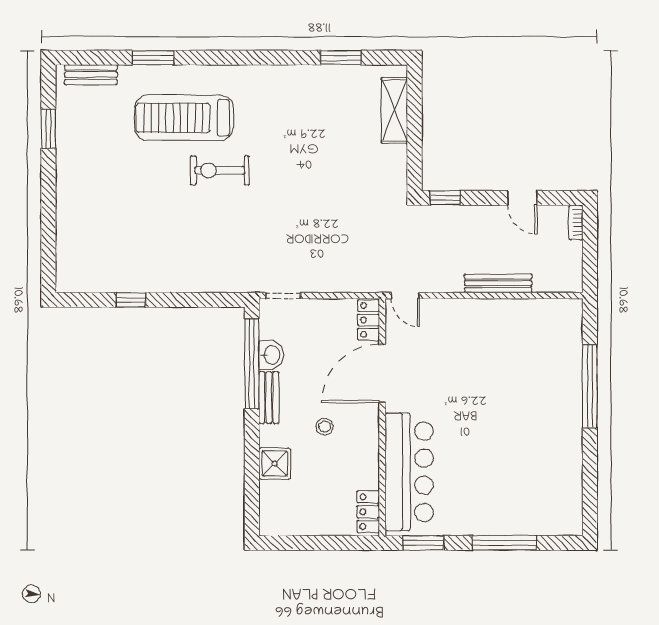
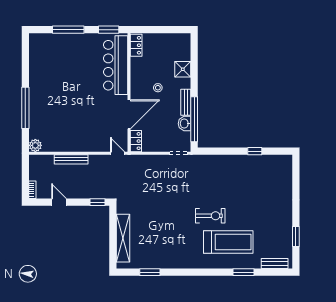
shelving: (394, 110) -> (123, 238), width x1.47
plant: (570, 311) -> (35, 145), added

